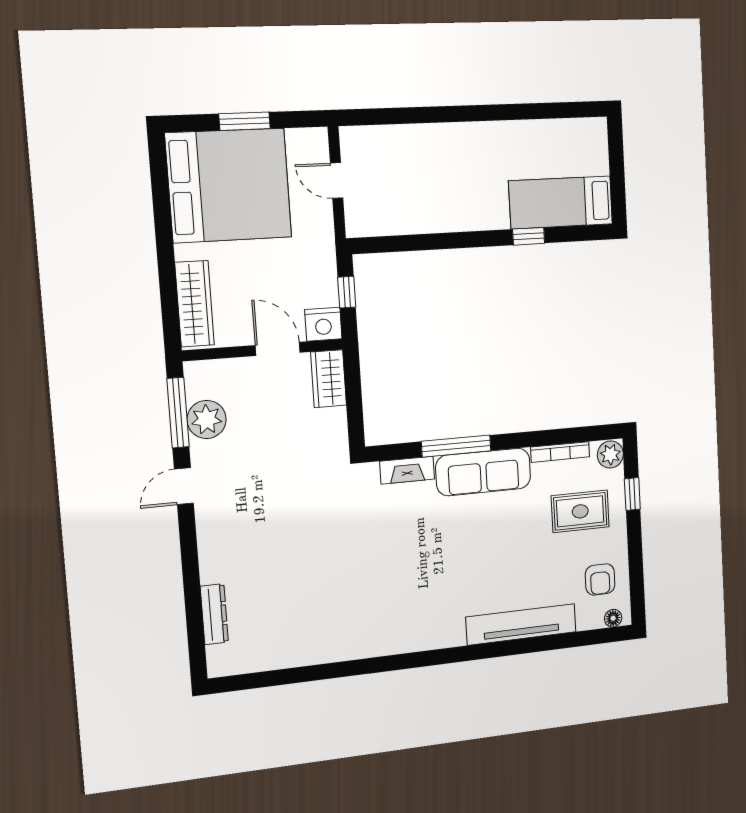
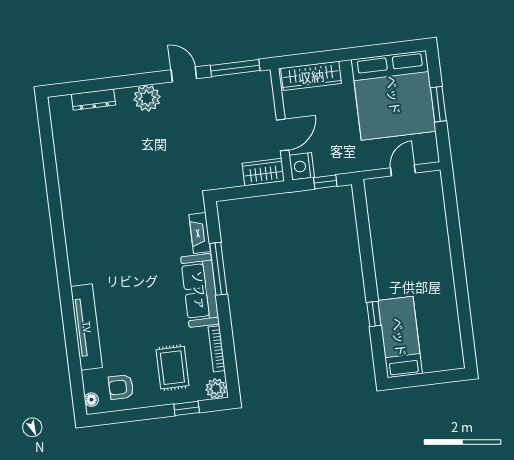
plant: (207, 419) -> (147, 98), moved

